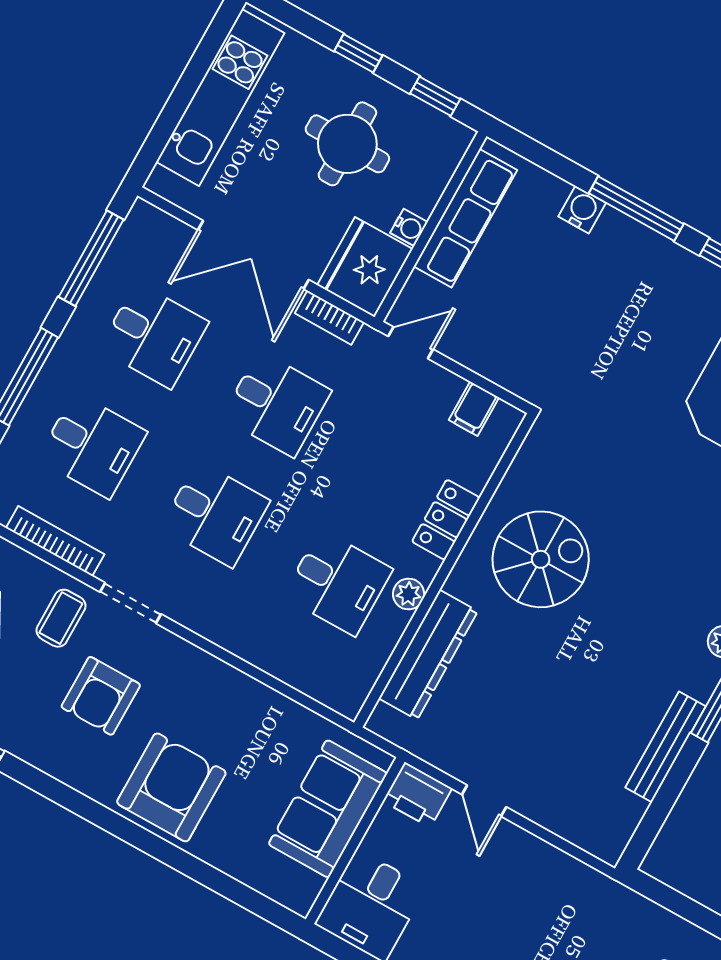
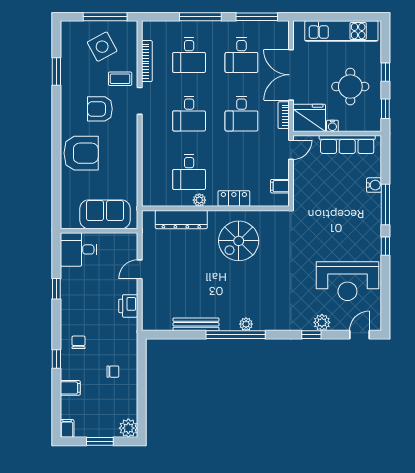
door: (411, 343) -> (291, 150), hinge flipped
spiral stairs: (541, 559) -> (239, 241), turned 90
printer: (417, 795) -> (128, 306), moved

